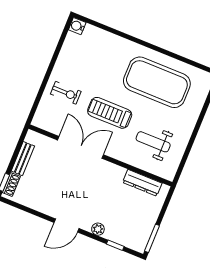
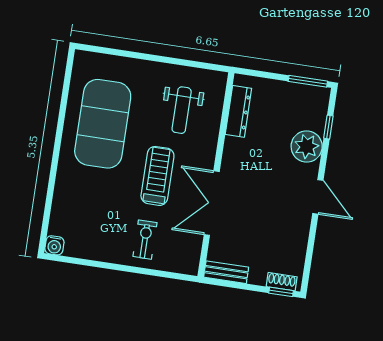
treadmill: (110, 113) -> (157, 176), turned 180
bench: (23, 159) -> (226, 272), moved
plant: (98, 229) -> (307, 146), width x1.87, depth x1.87

